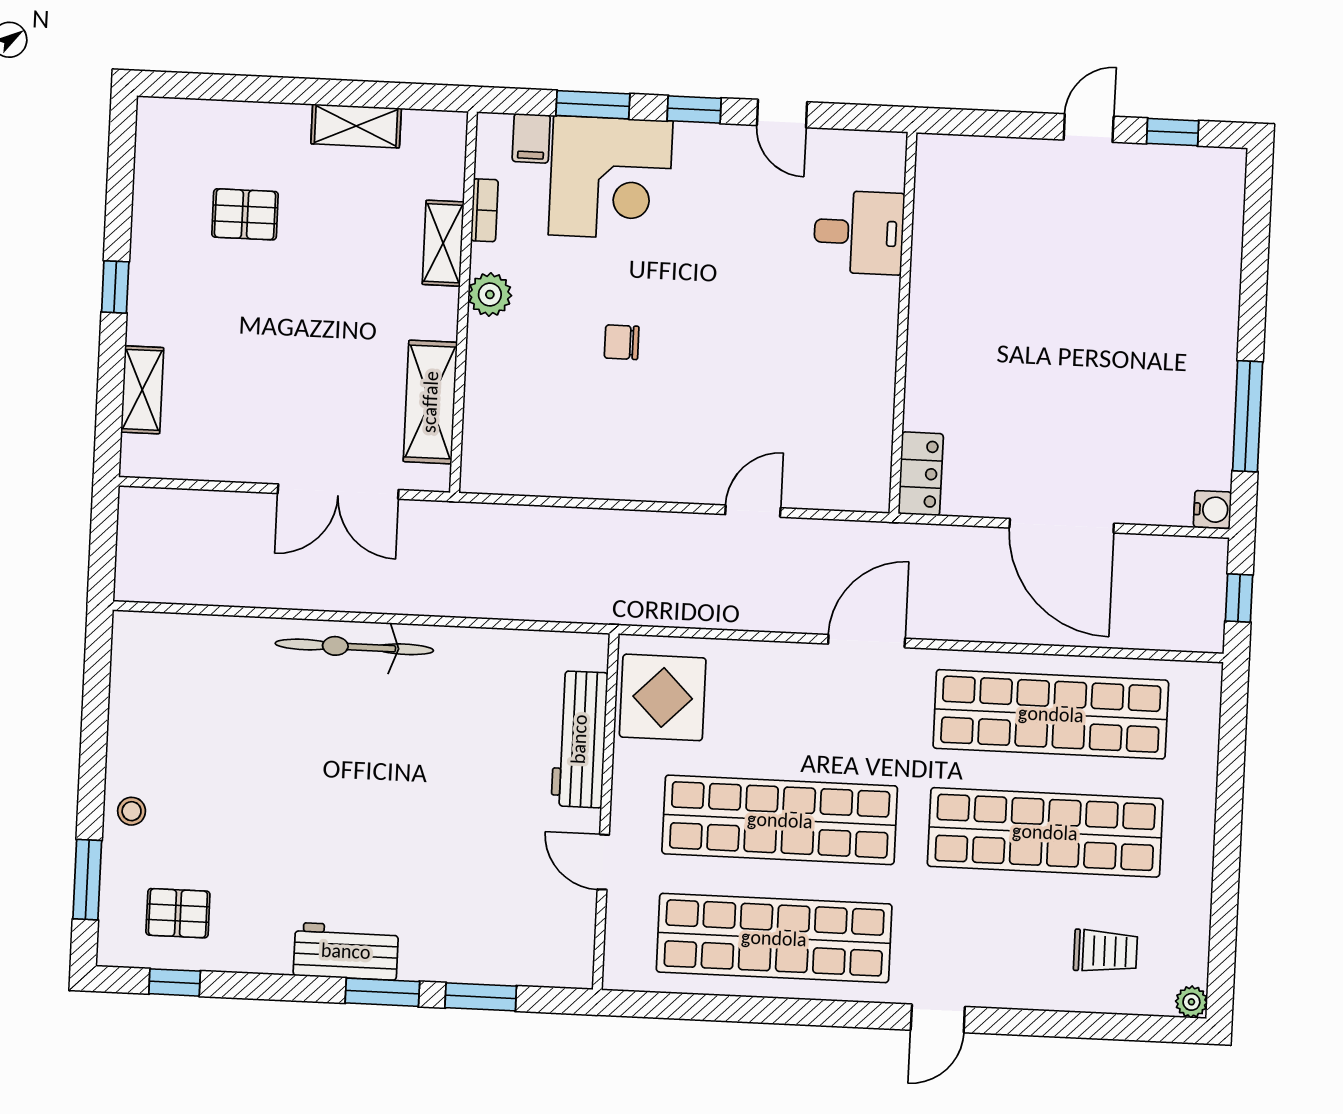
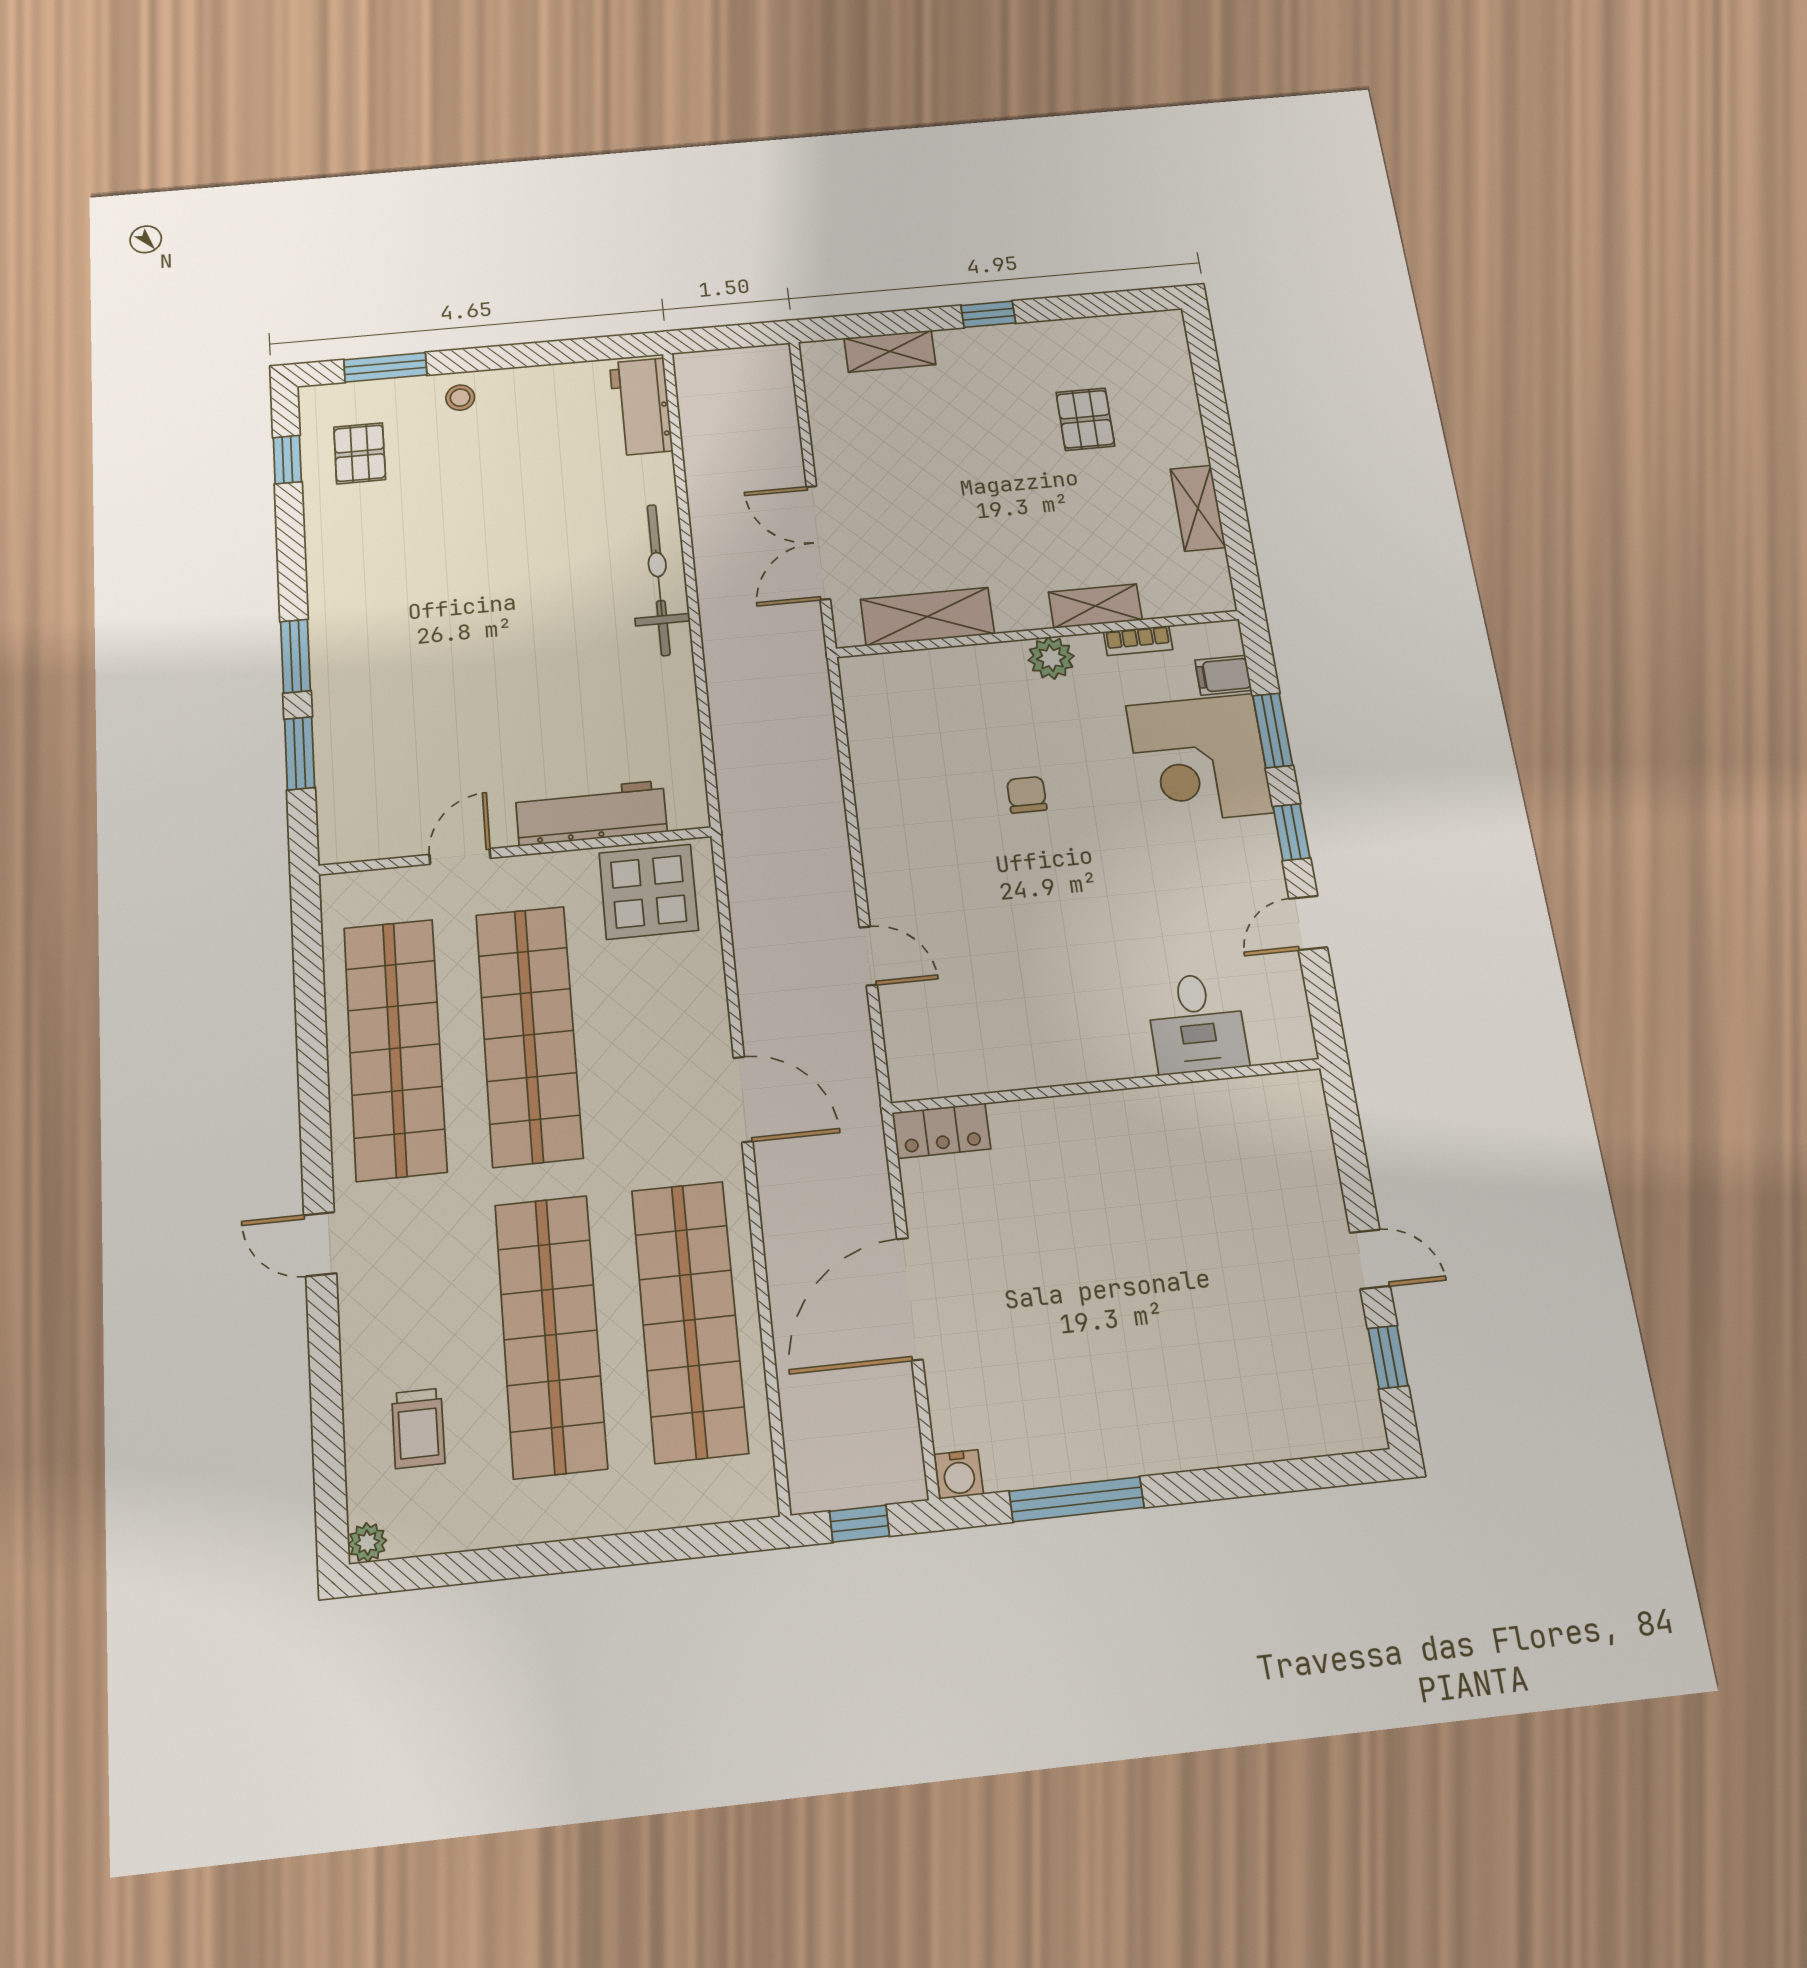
workbench: (346, 951) -> (641, 407), moved, turned 180

